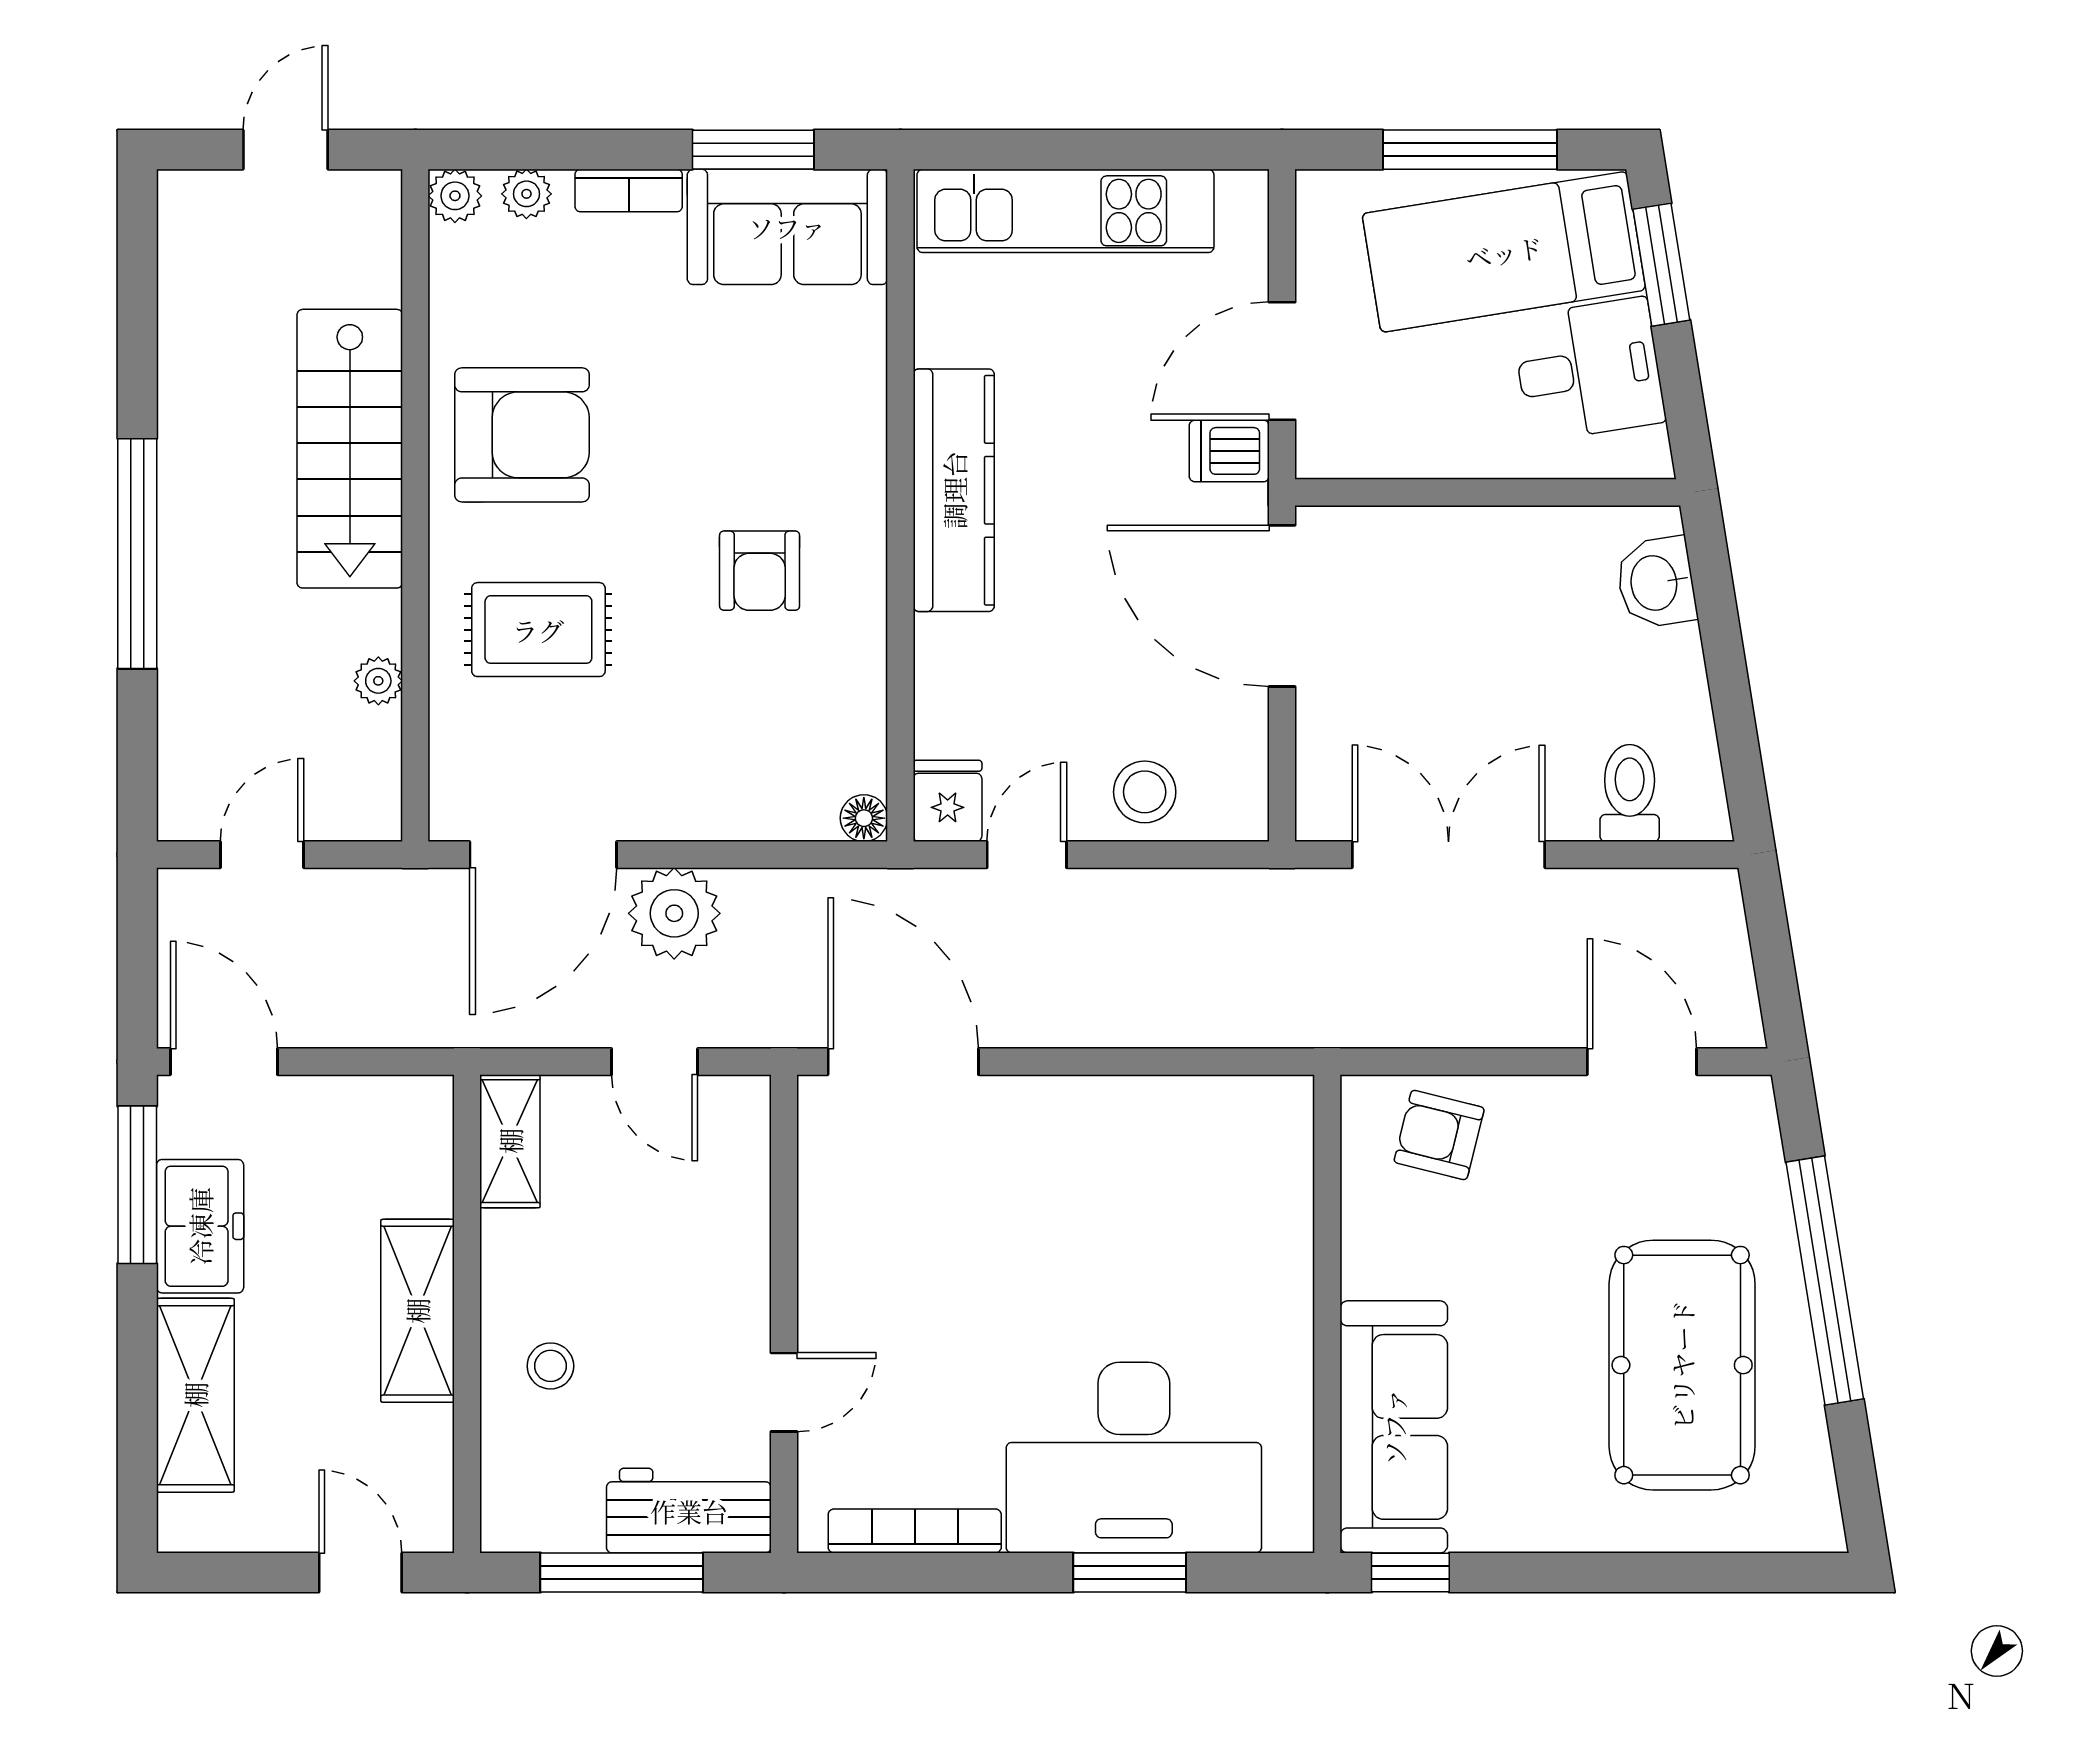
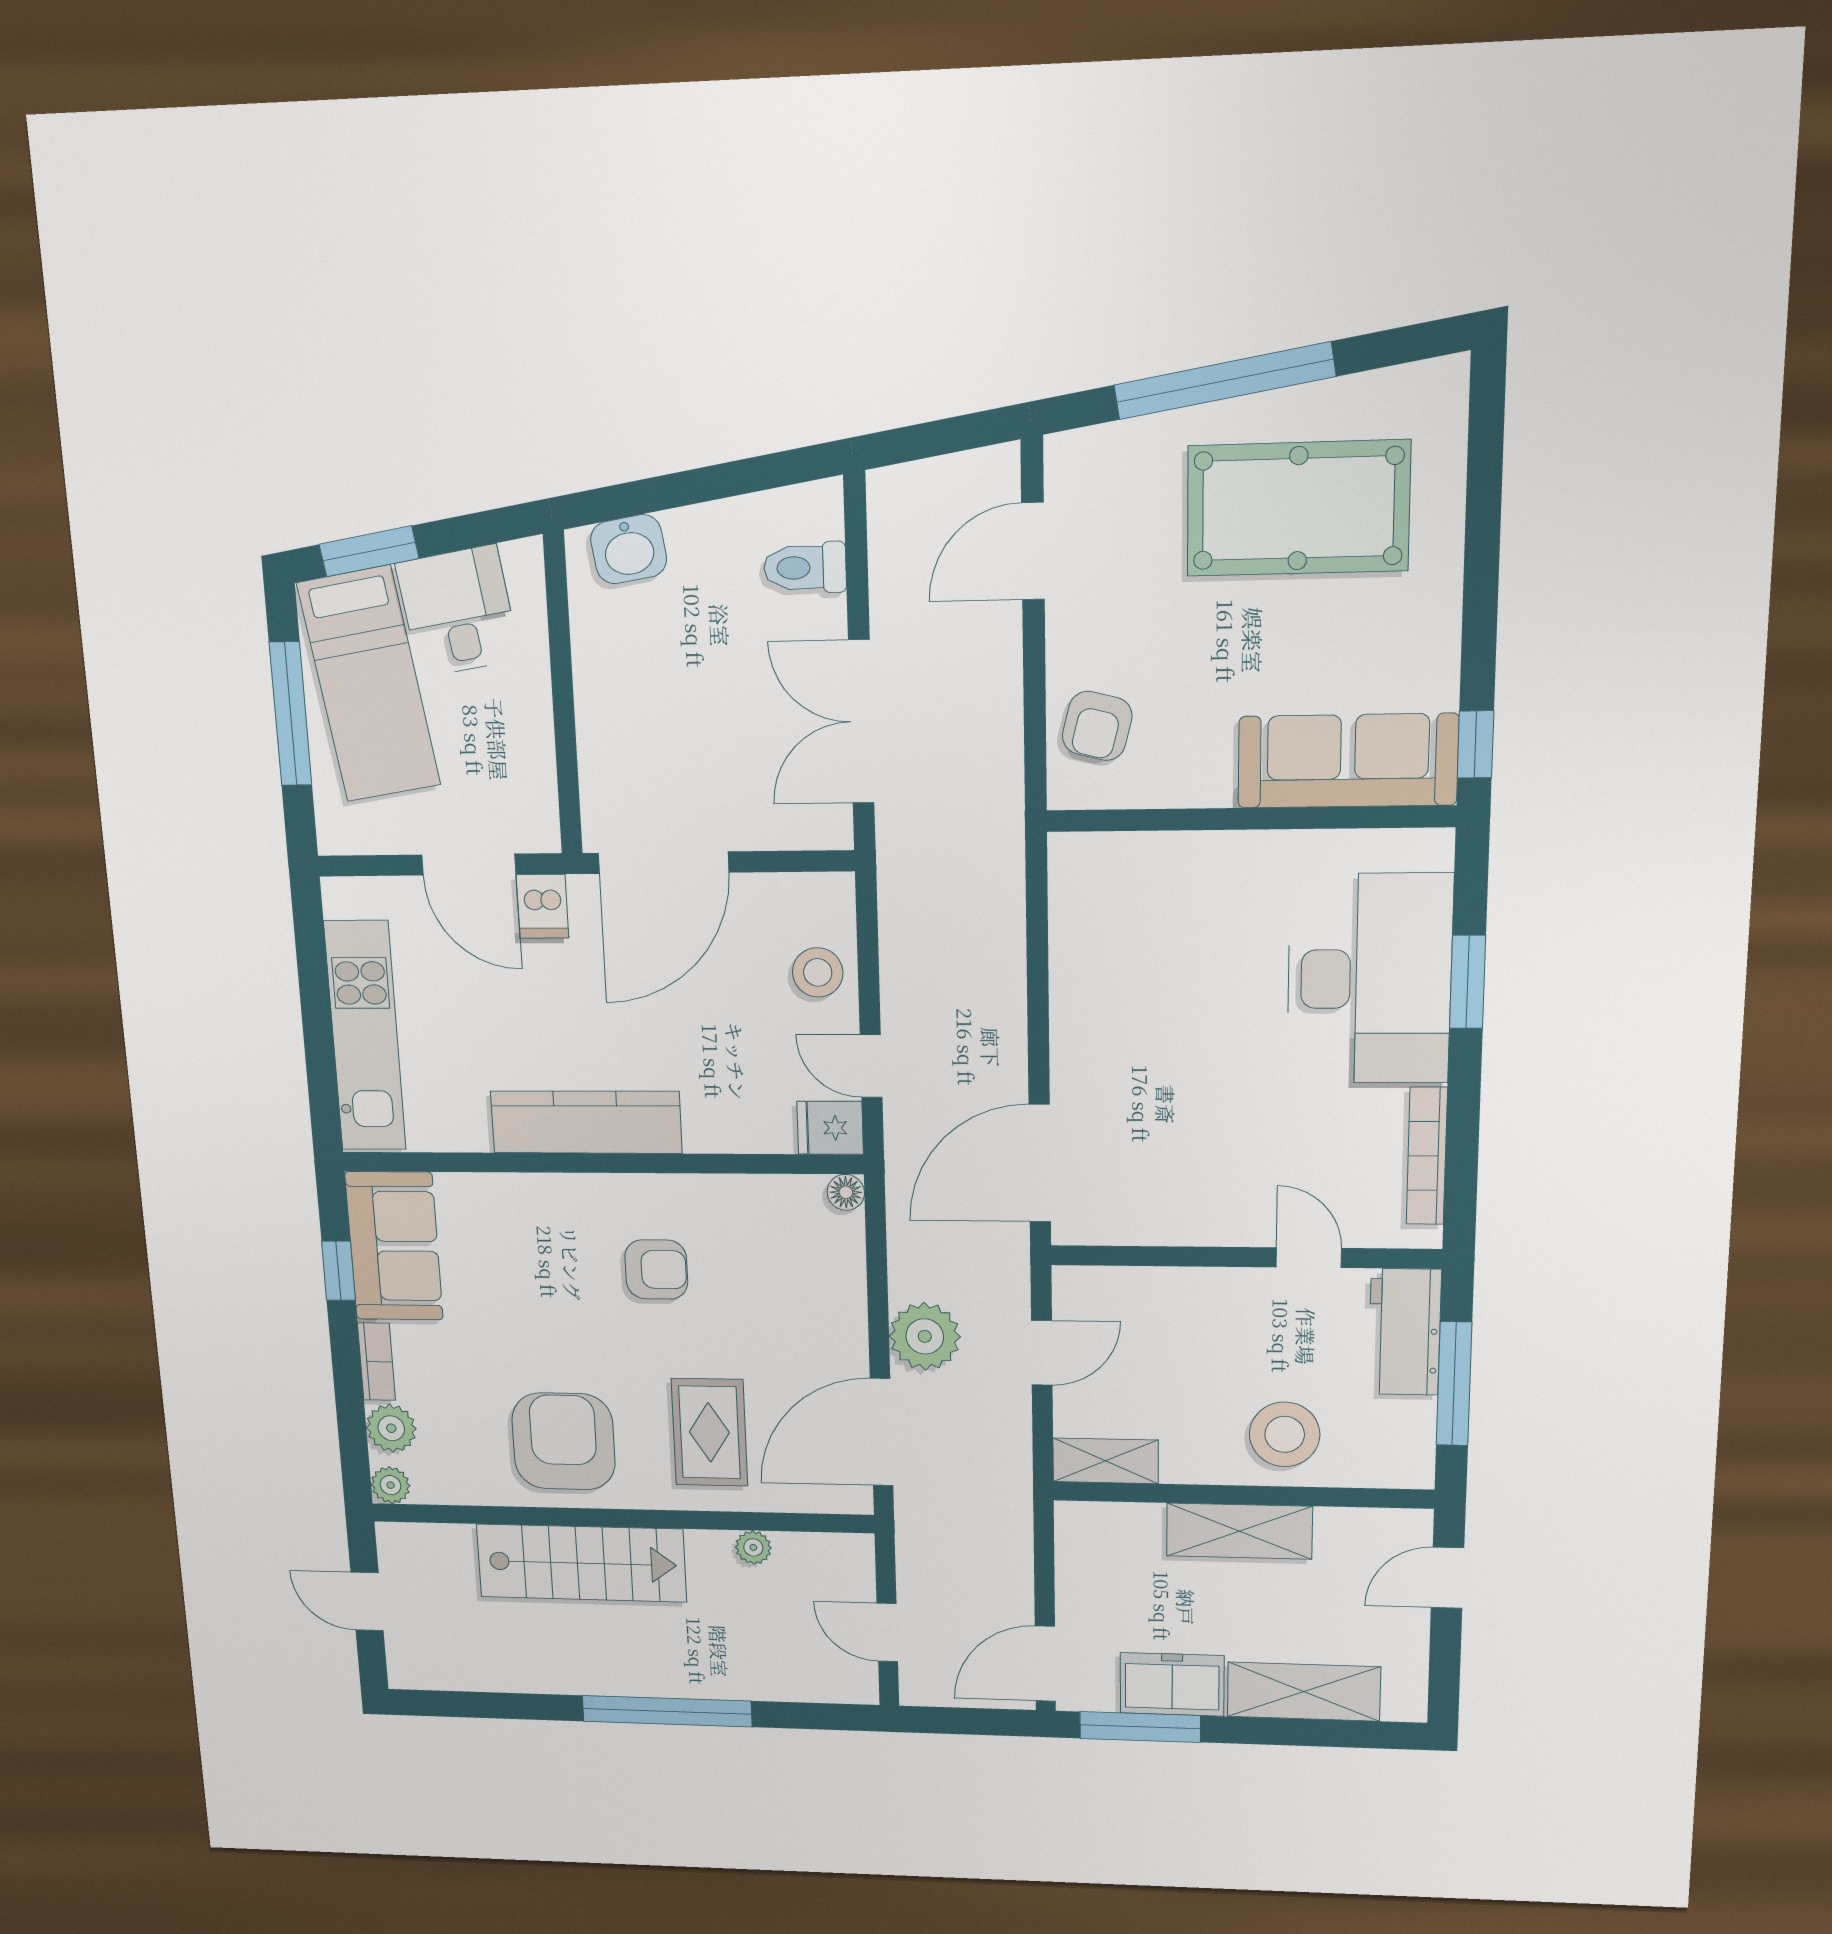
window: (753, 150) -> (339, 1271), width x0.67
plant: (526, 194) -> (391, 1428), width x1.38, depth x1.38
door: (543, 855) -> (882, 1432), swing flipped
stool: (550, 1366) -> (1285, 1434), width x1.89, depth x1.89

